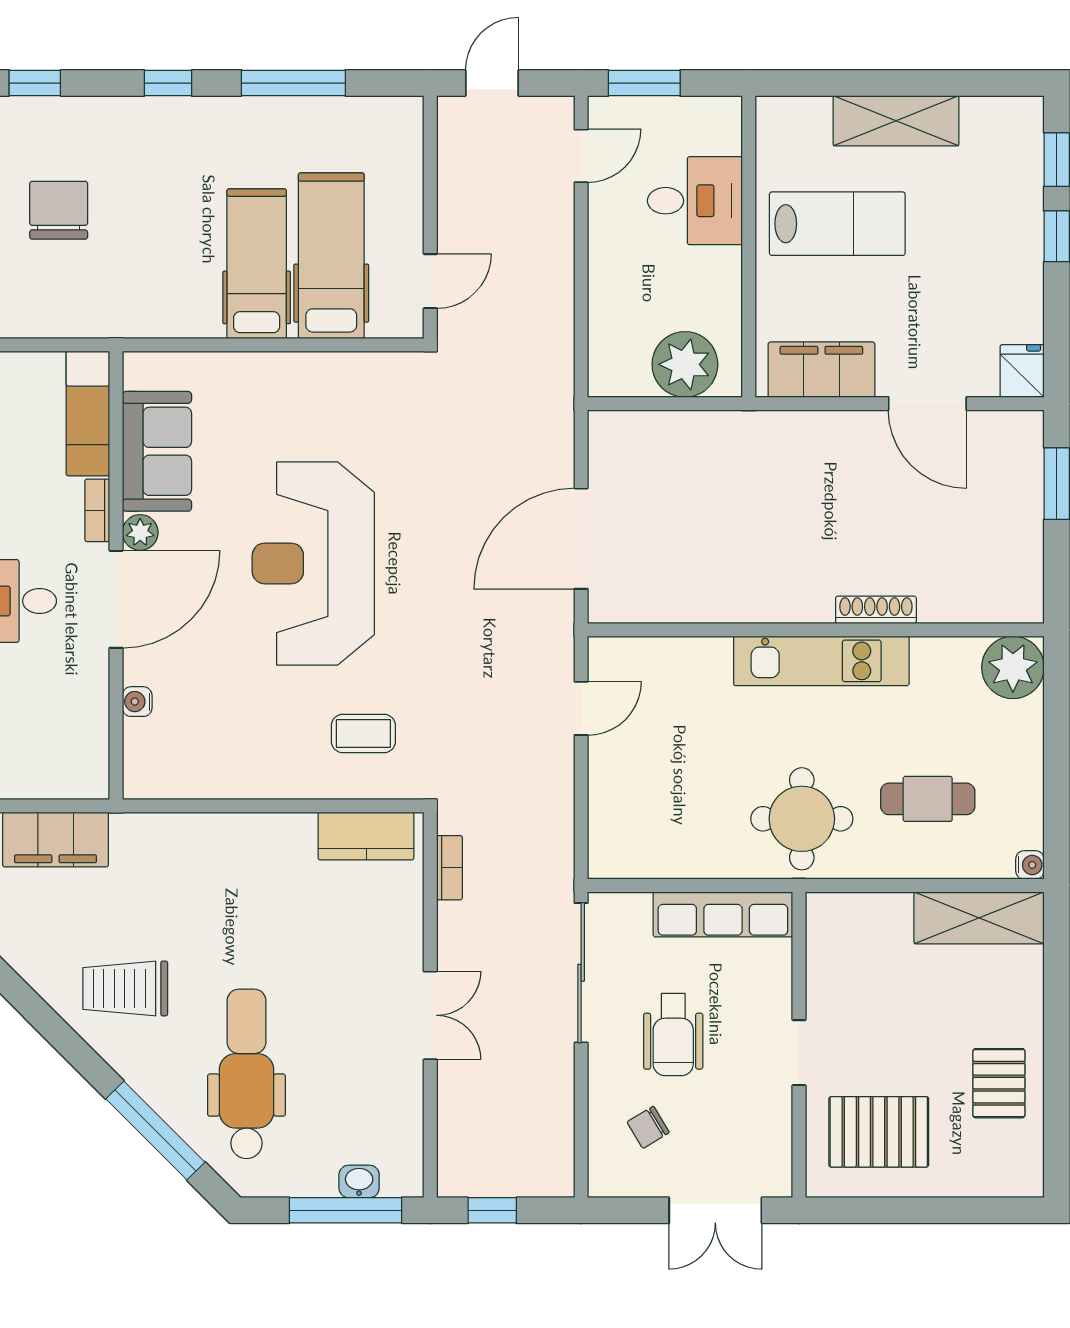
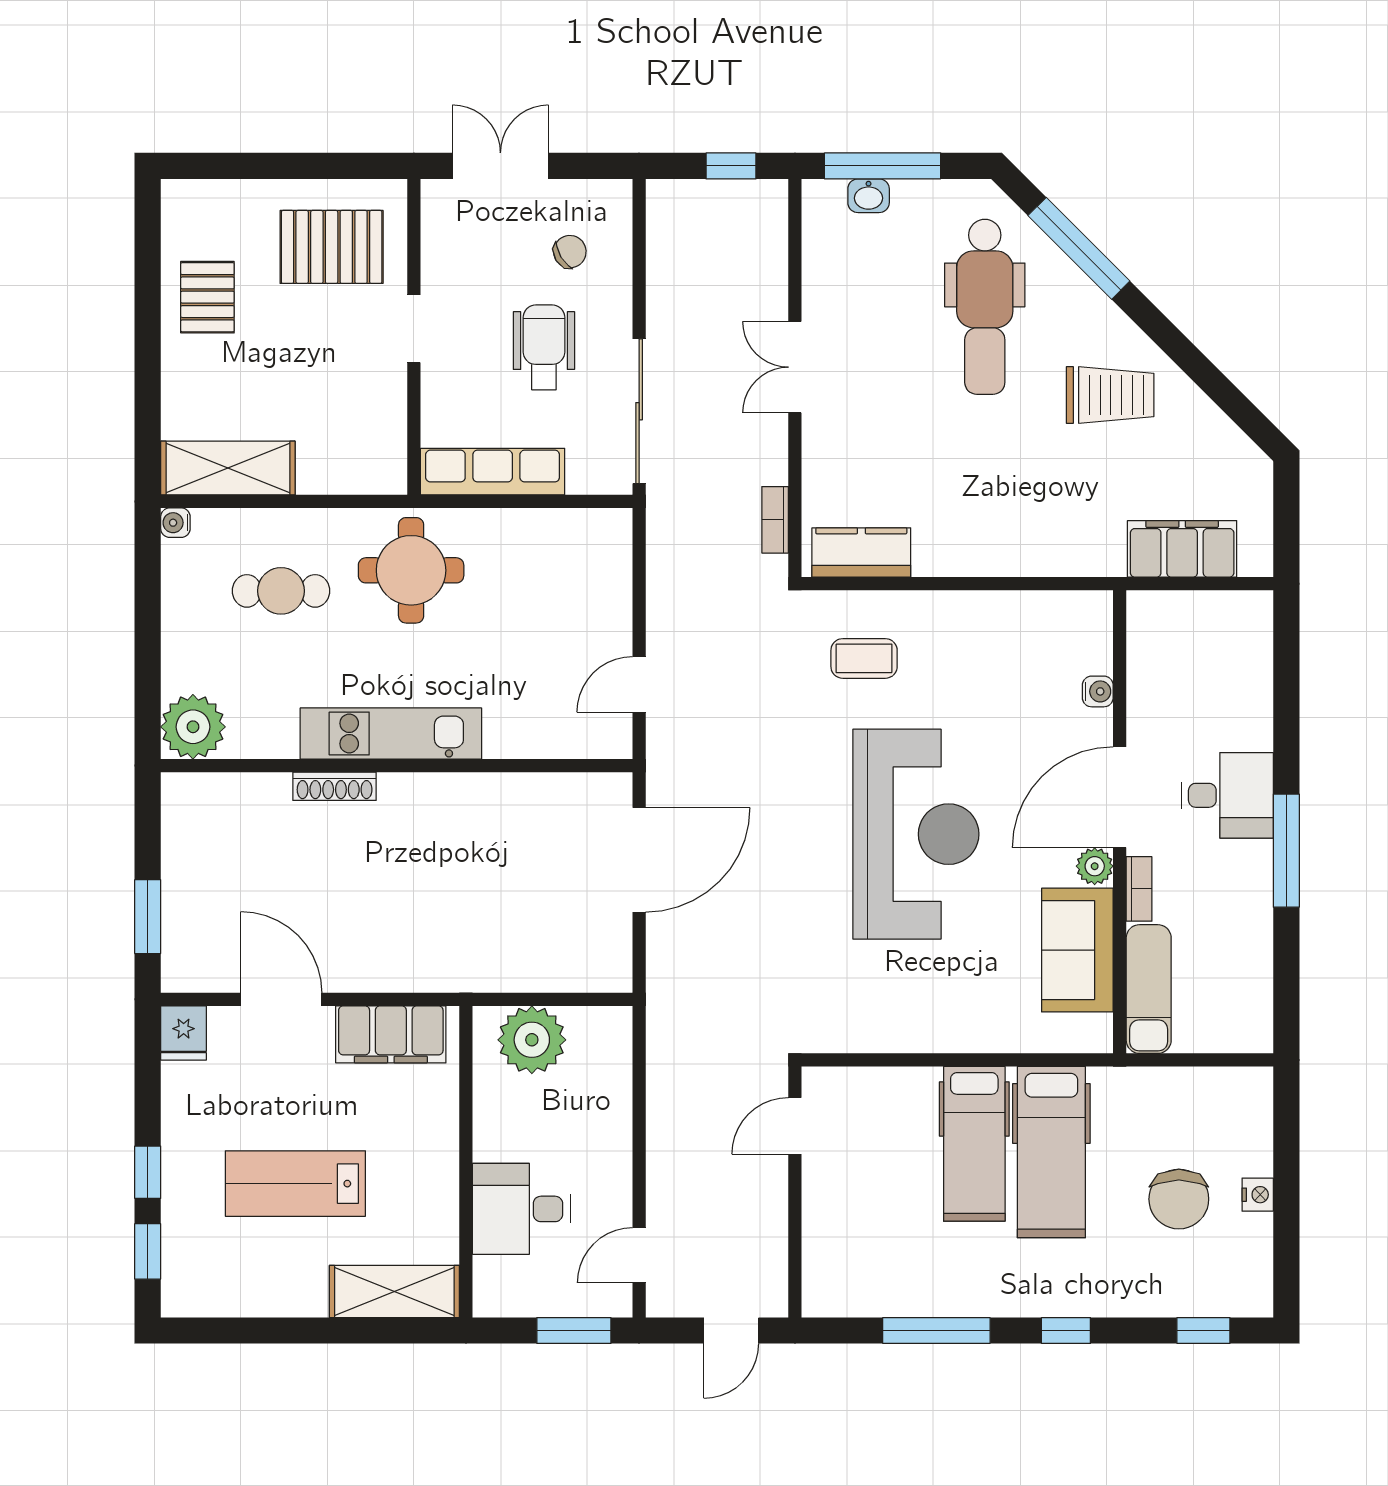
shelving: (896, 121) -> (394, 1291), moved
lab bench: (837, 224) -> (295, 1184), moved
hospital bed: (331, 256) -> (1051, 1152), moved

